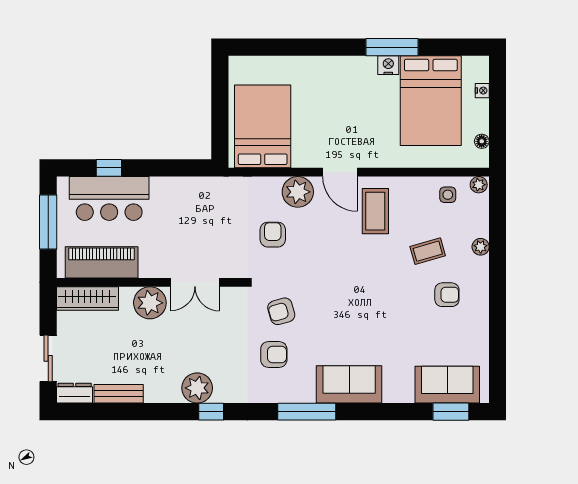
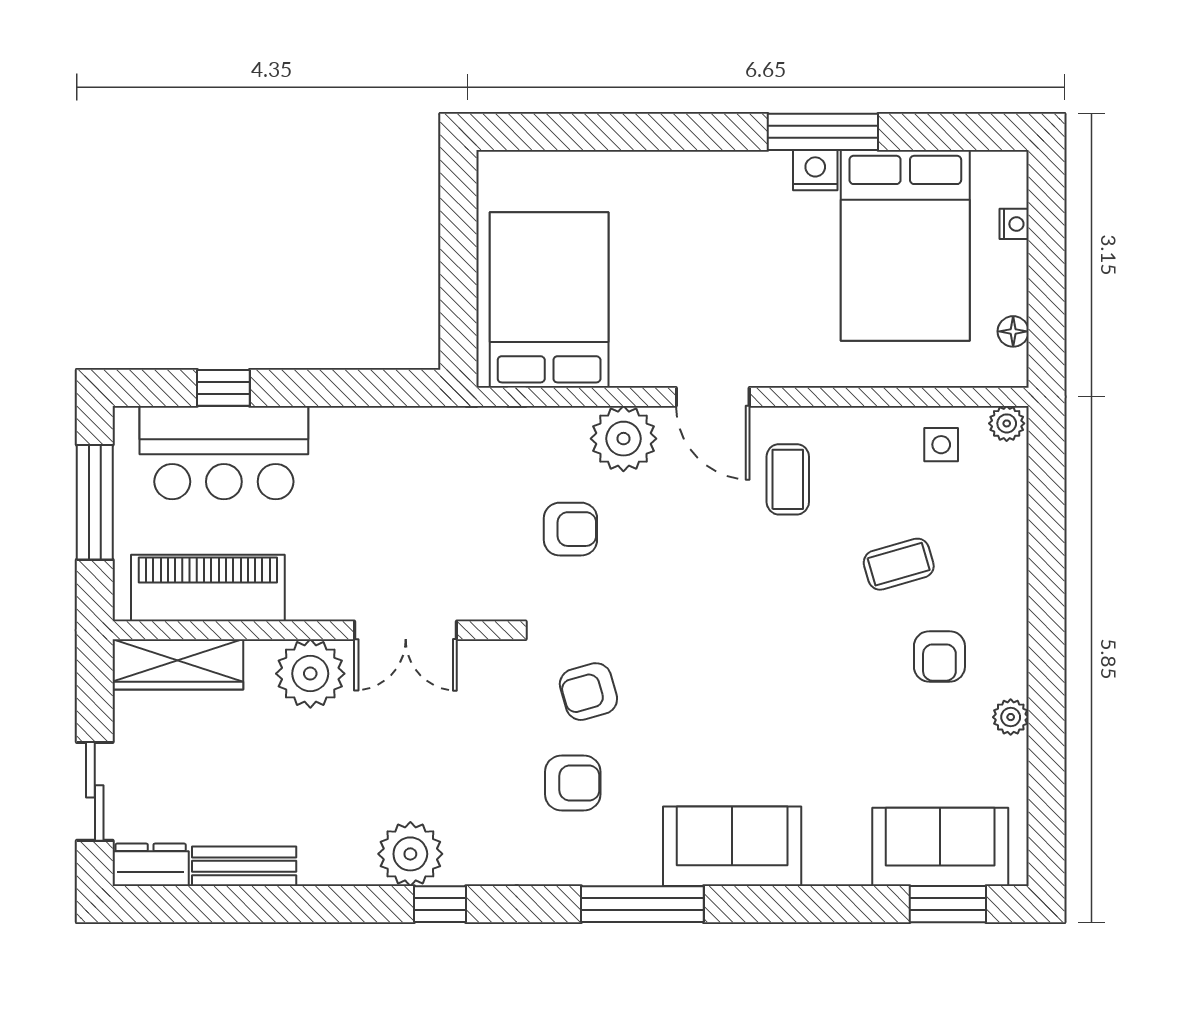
coffee table: (375, 211) -> (788, 479), width x0.73, depth x0.77
armchair: (273, 235) -> (570, 529), turned 90
plant: (481, 247) -> (1011, 717), moved
armchair: (447, 295) -> (939, 656), turned 90

